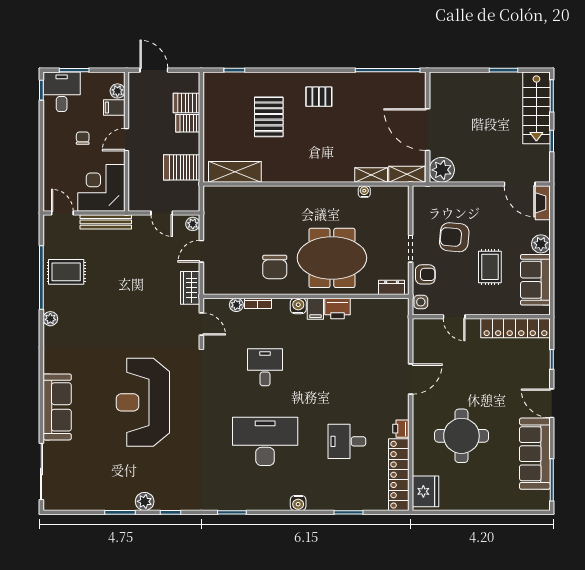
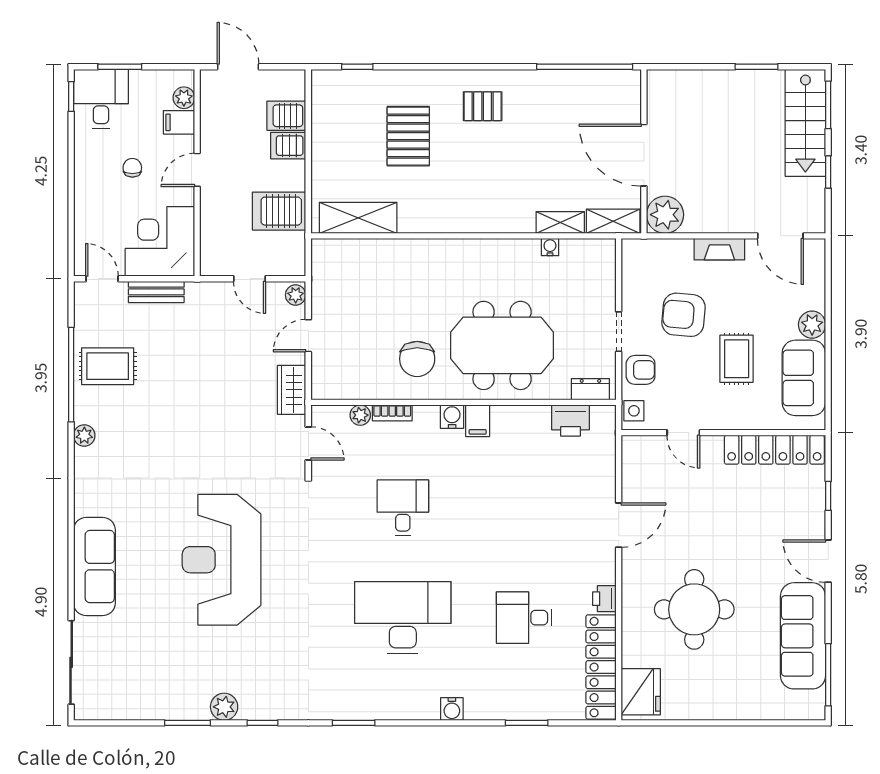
fireplace: (543, 203) -> (719, 249), moved, turned -90
bench: (106, 222) -> (156, 292), width x0.73
printer: (338, 309) -> (570, 420), moved

